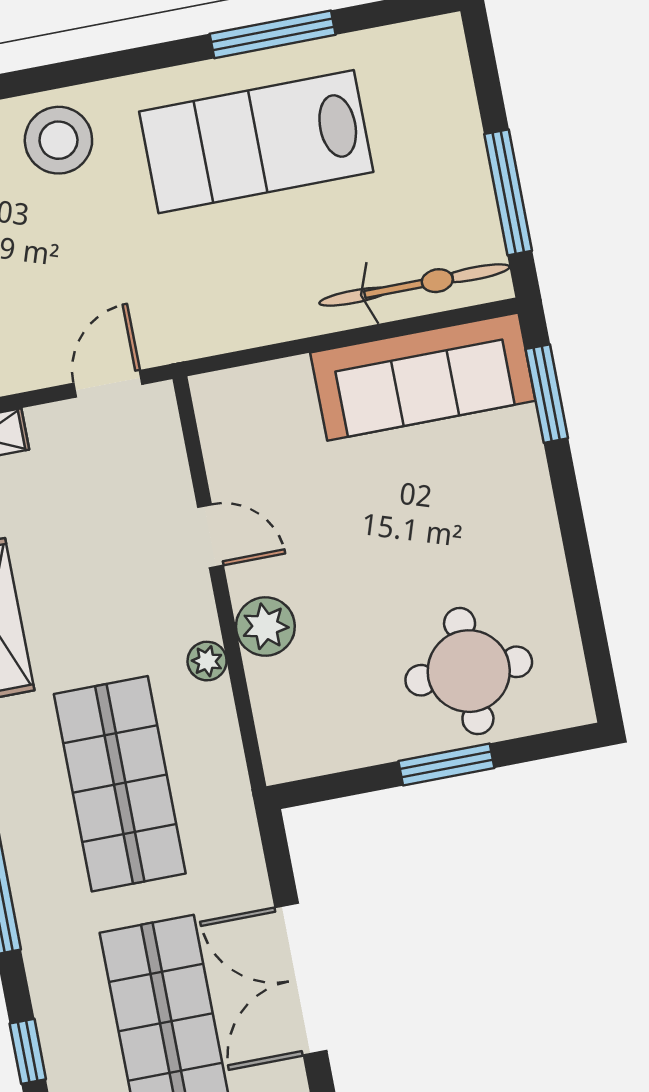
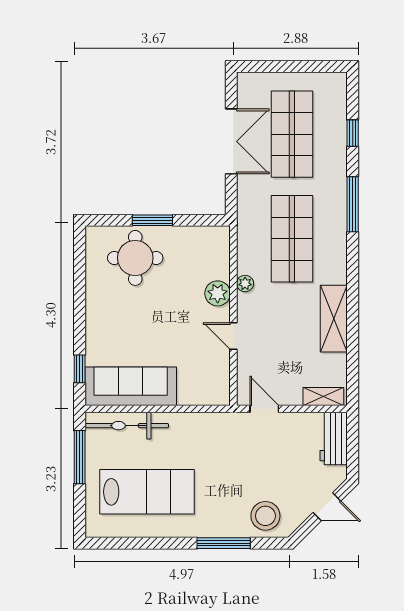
window: (273, 34) -> (224, 543), moved
lab bench: (256, 142) -> (147, 492), moved
door: (108, 384) -> (264, 409), swing flipped
window: (547, 394) -> (80, 369), width x0.67

